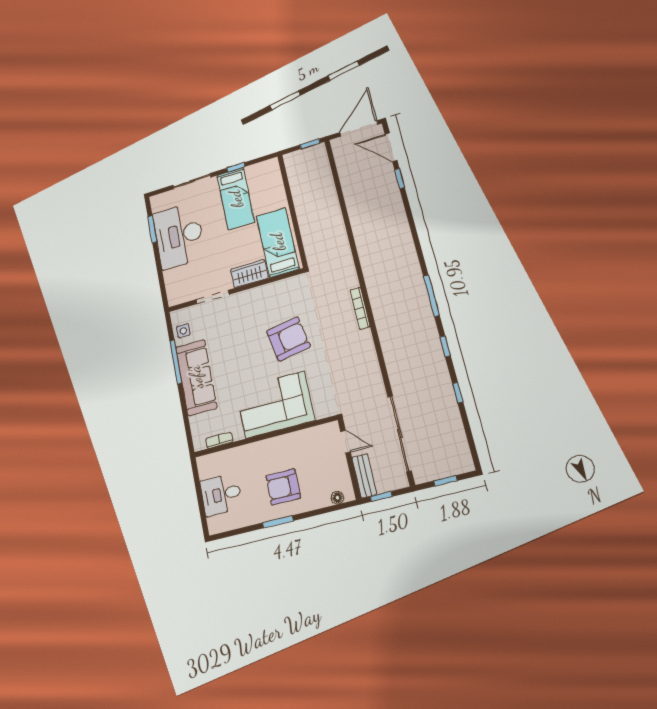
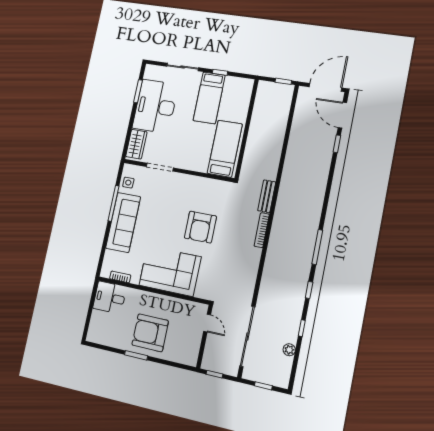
wardrobe: (249, 274) -> (136, 144), moved, turned 90
armchair: (288, 339) -> (200, 227), turned 100
plant: (455, 424) -> (289, 350), added
bench: (364, 476) -> (267, 196), moved
armchair: (283, 487) -> (150, 333), width x1.36, depth x1.36
desk: (221, 494) -> (110, 298), moved
floor lamp: (337, 498) -> (184, 359), removed

